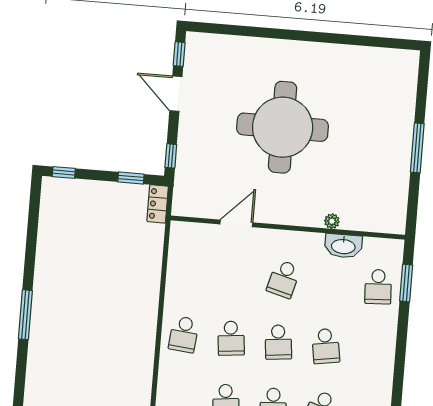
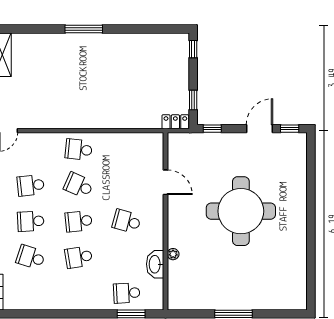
school desk: (231, 338) -> (79, 185), turned 30

